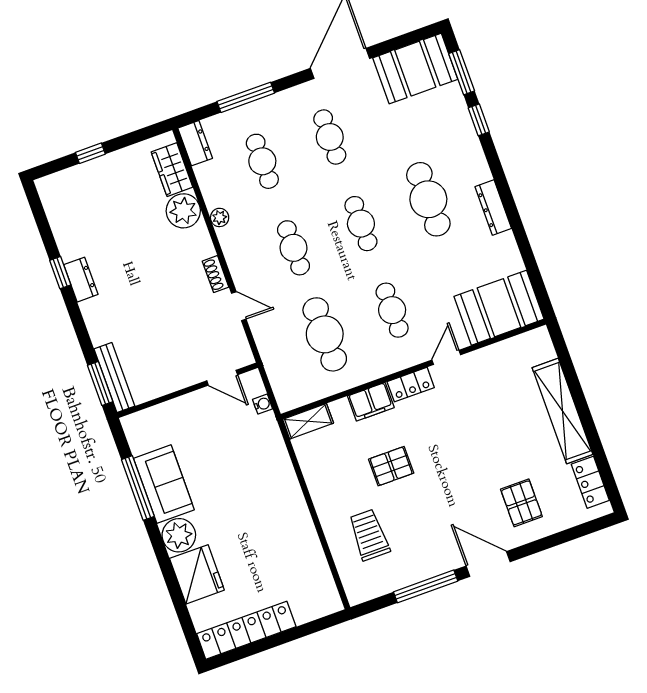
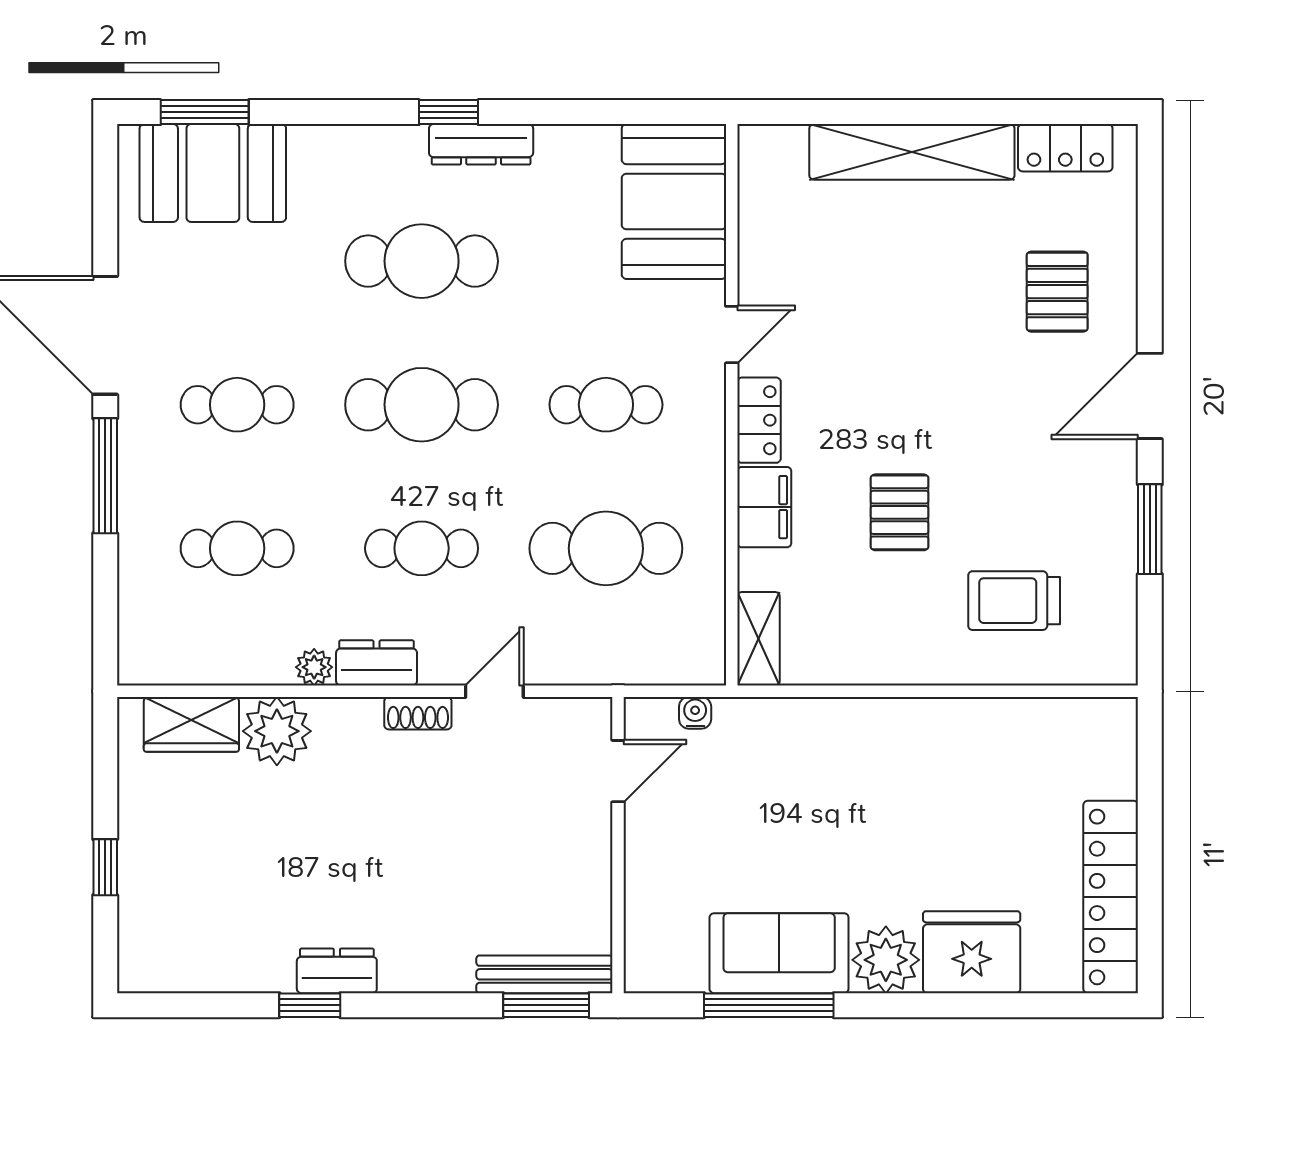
booth: (415, 69) -> (213, 173), moved, turned 90
window: (246, 97) -> (105, 476), moved
window: (479, 120) -> (449, 112), moved
dresser: (195, 143) -> (377, 663), moved
cafe table: (361, 224) -> (422, 405), width x1.37, depth x1.35
door: (446, 357) -> (732, 335), swing flipped
pallet: (521, 503) -> (1057, 292), turned 90
window: (426, 586) -> (1150, 529), width x0.69

